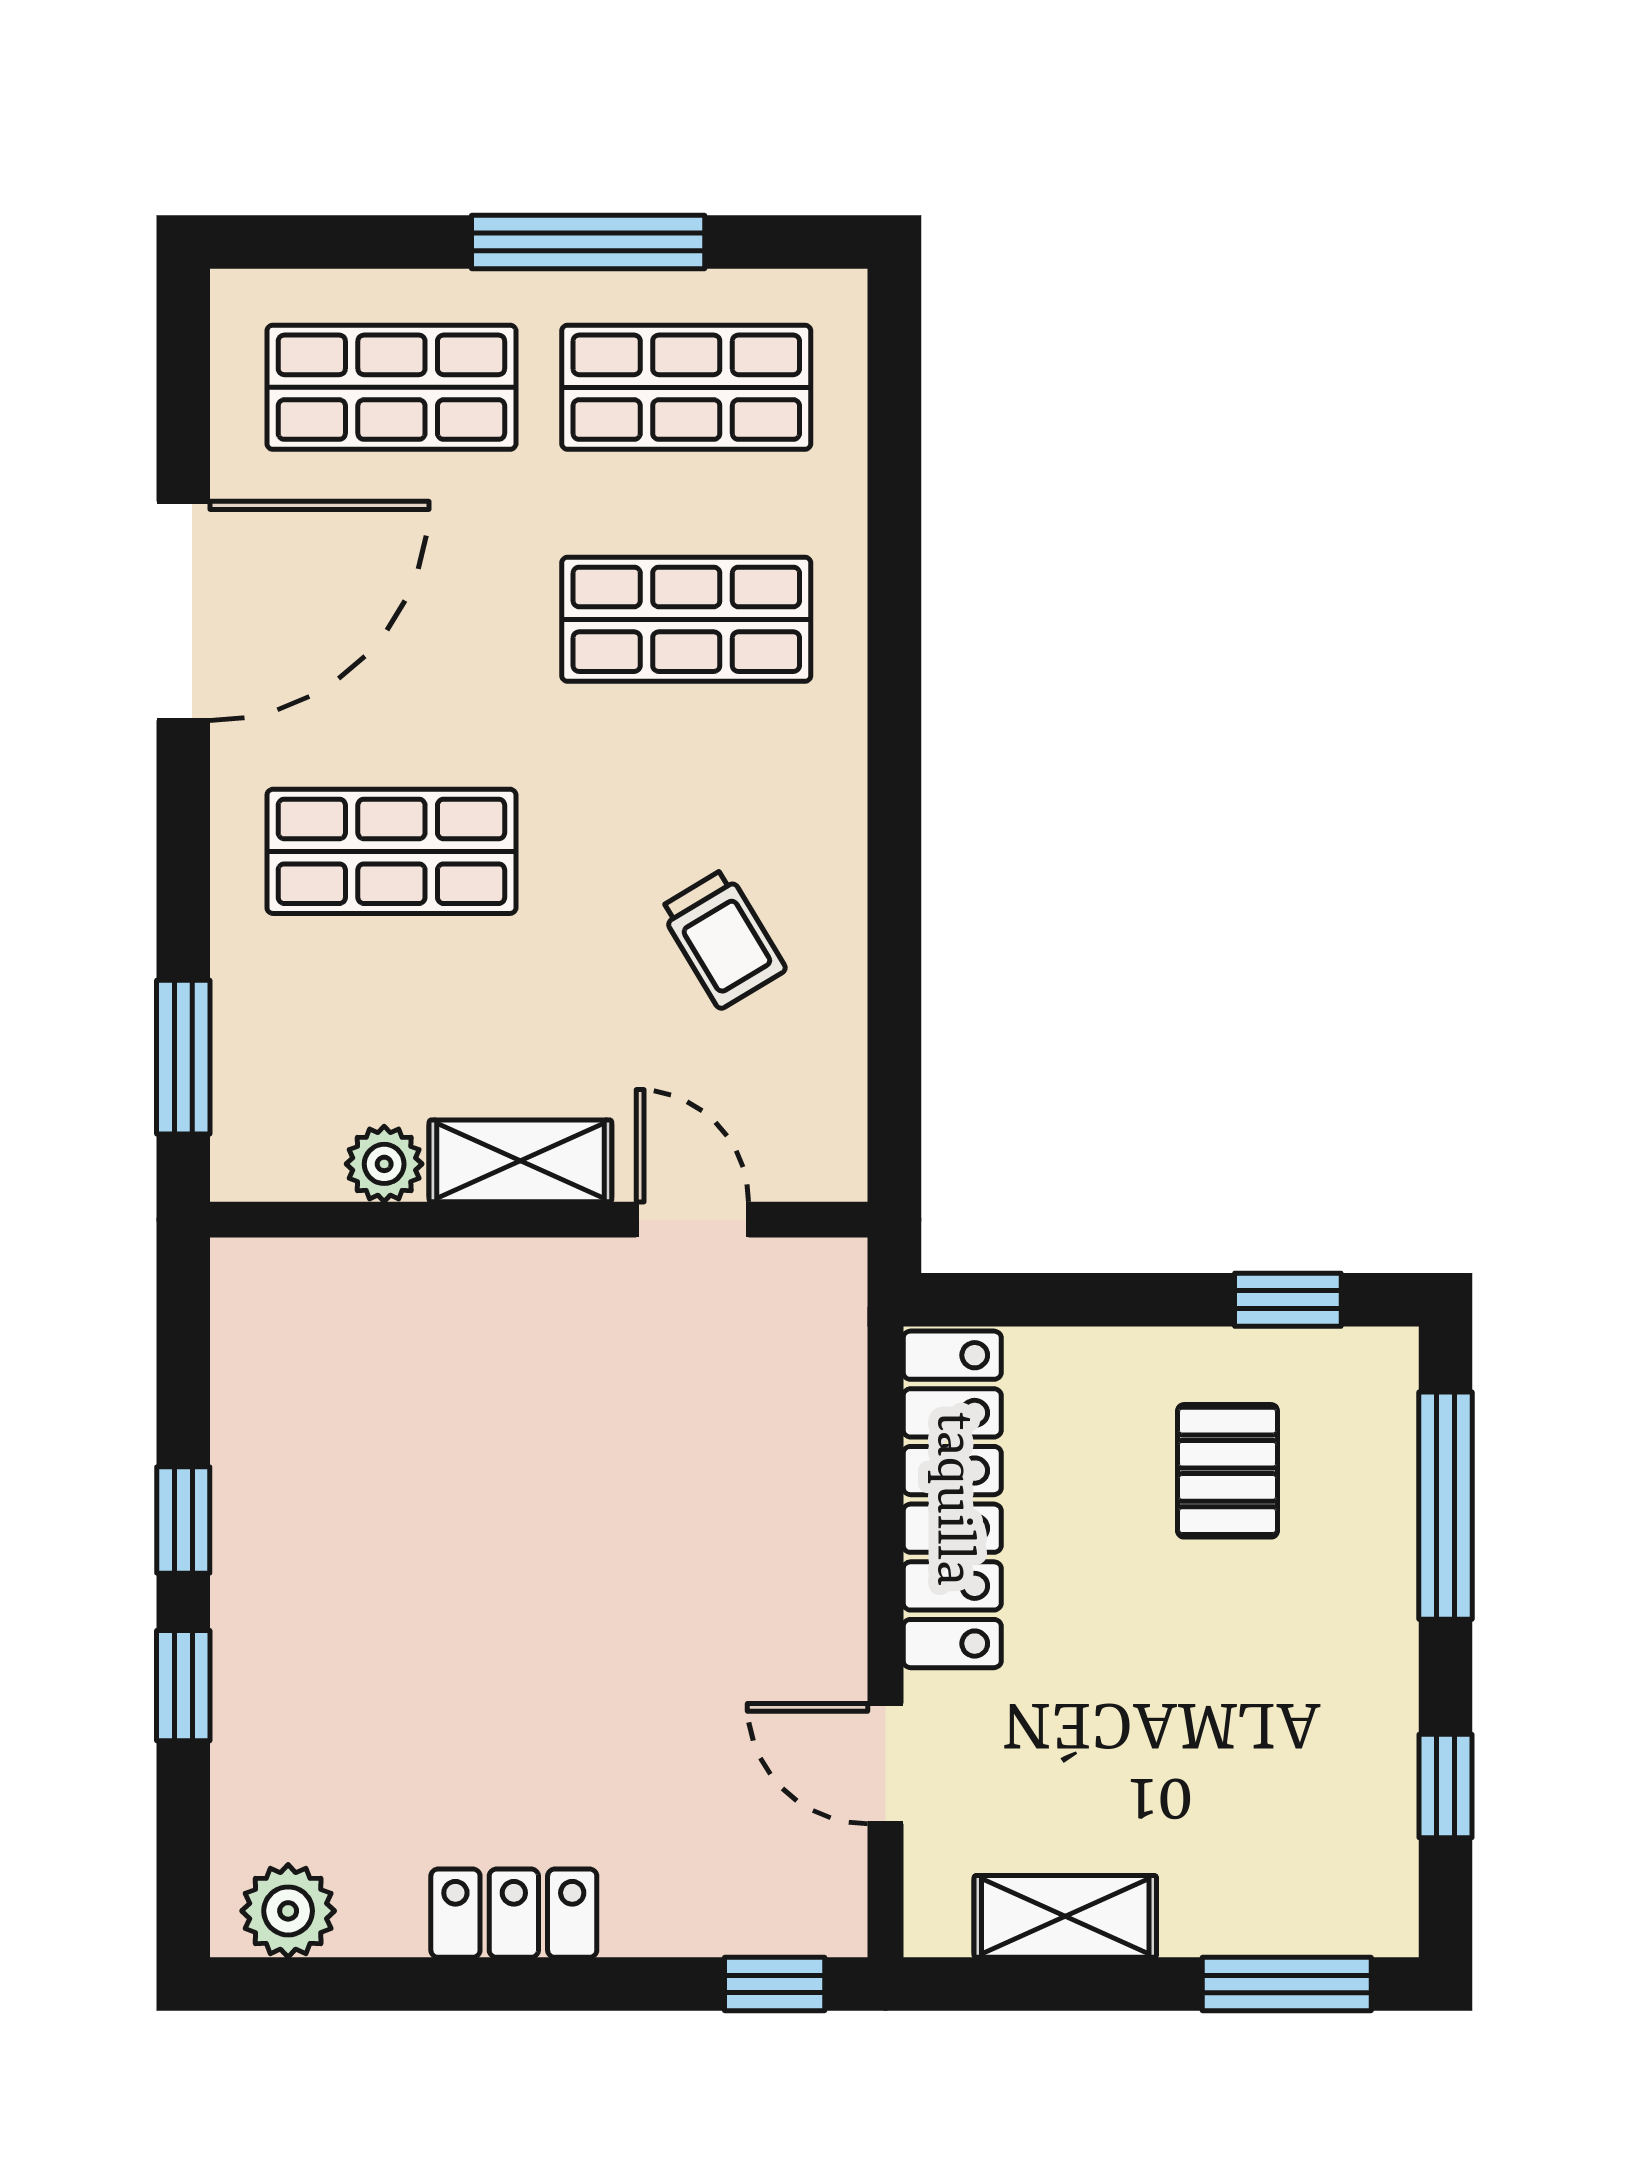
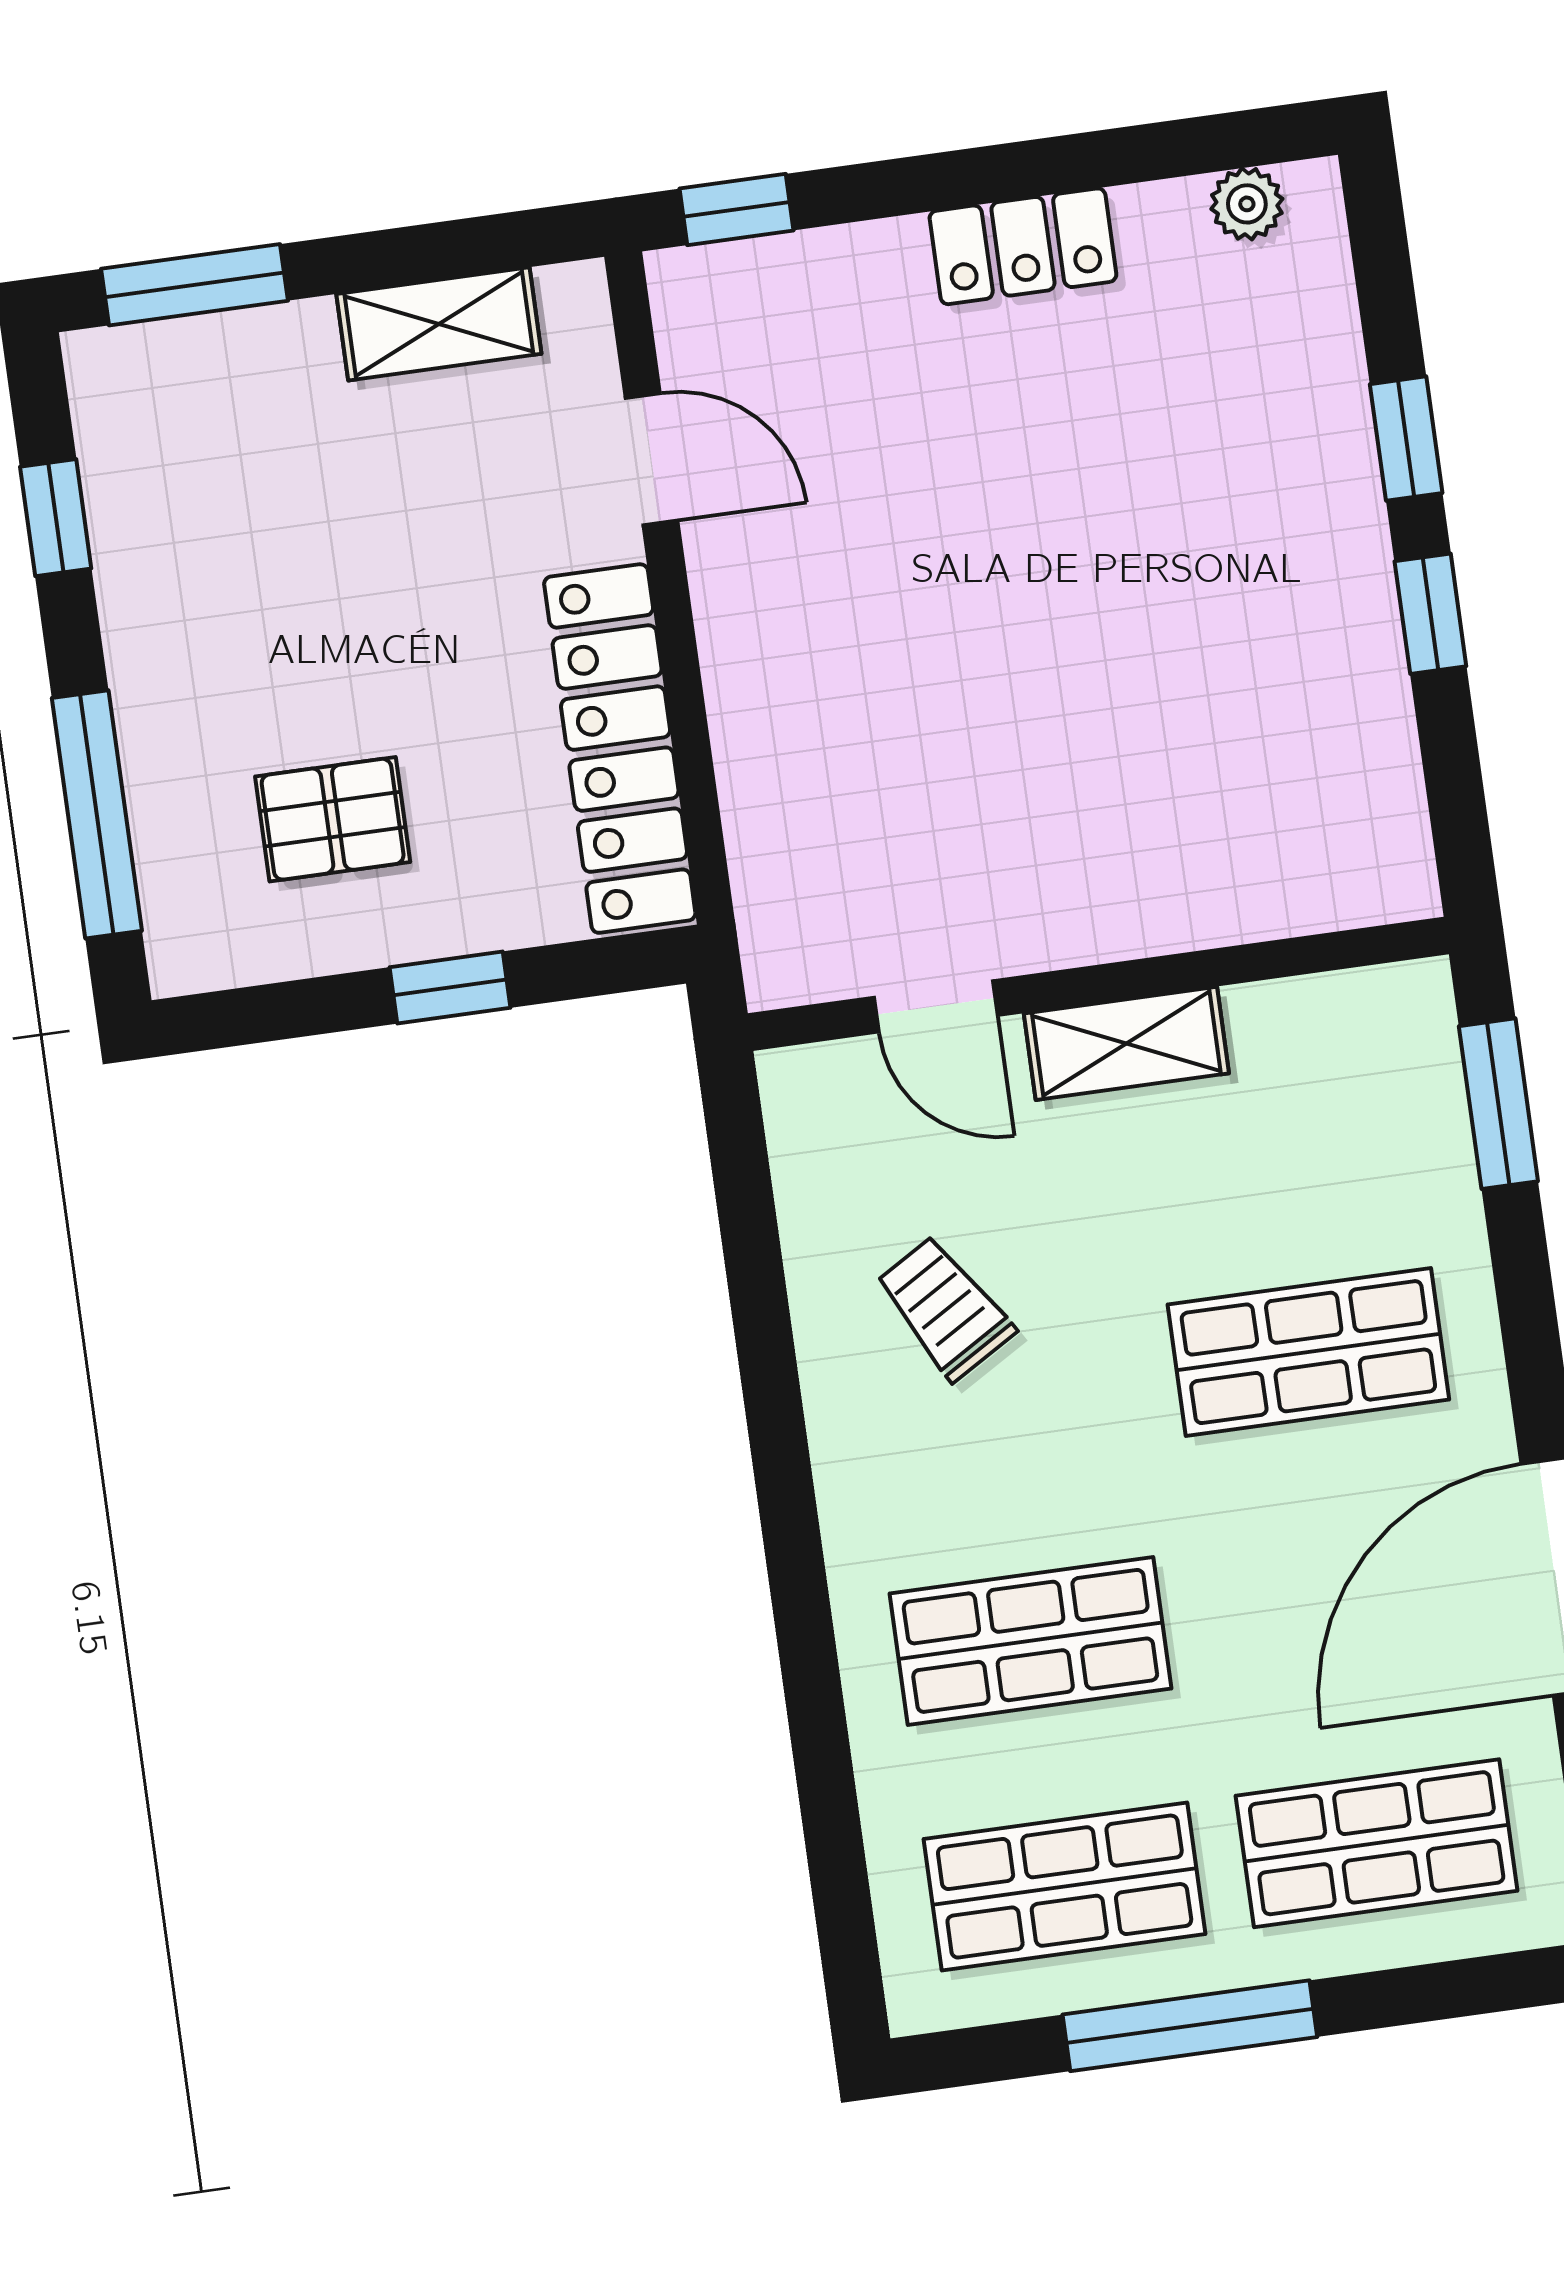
plant: (384, 1164) -> (1270, 1020), removed
window: (1288, 1300) -> (450, 988), moved
pallet: (1228, 1471) -> (333, 819), turned 90
plant: (288, 1911) -> (1247, 204), width x0.73, depth x0.73

